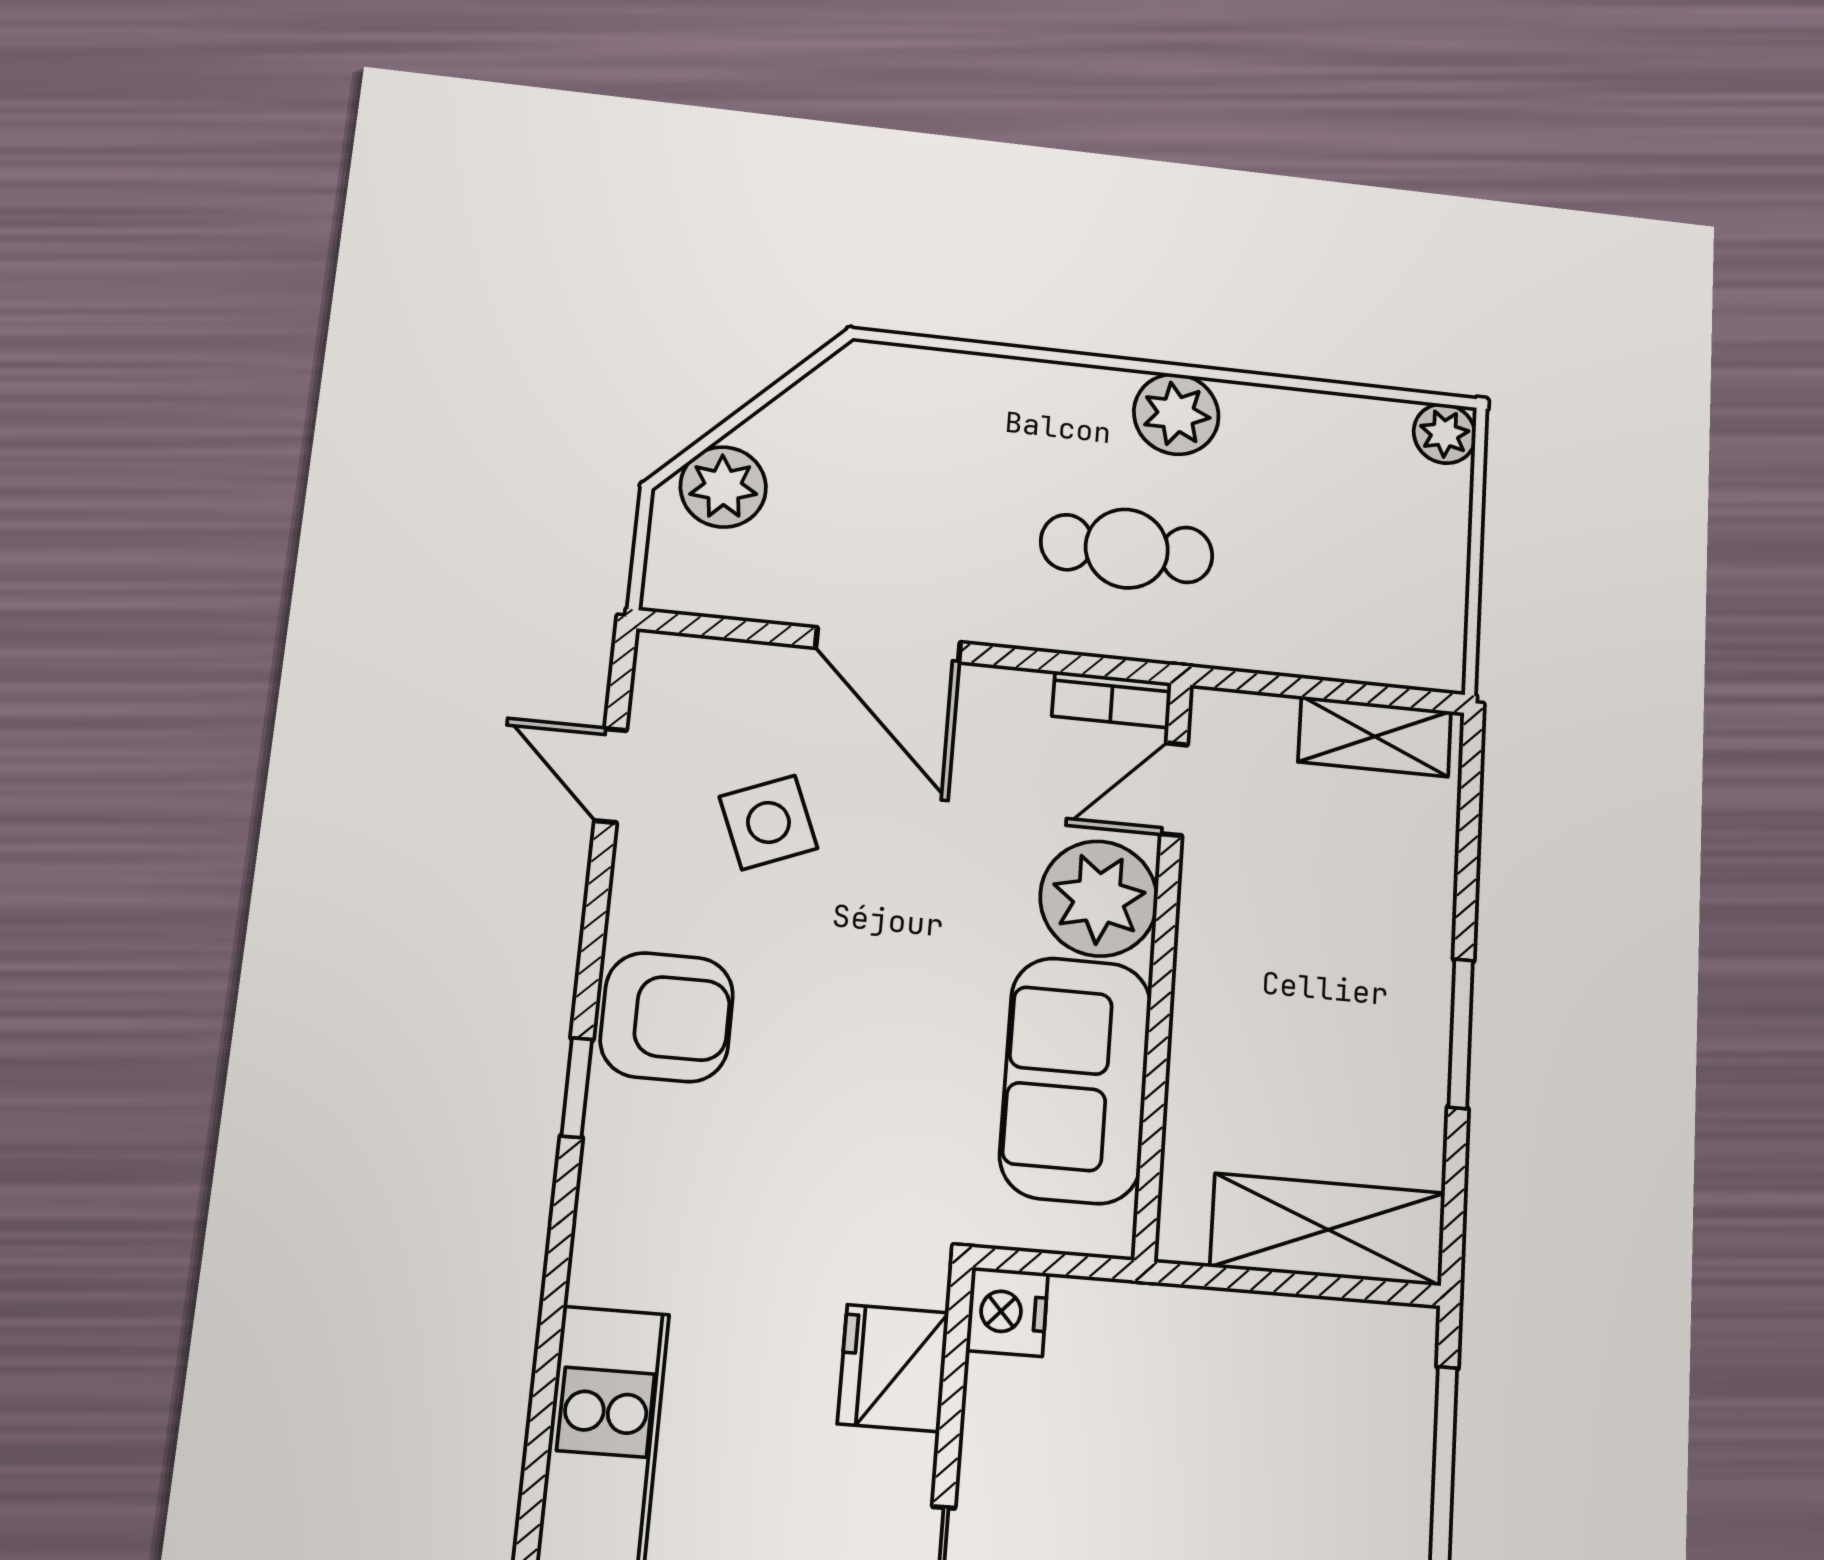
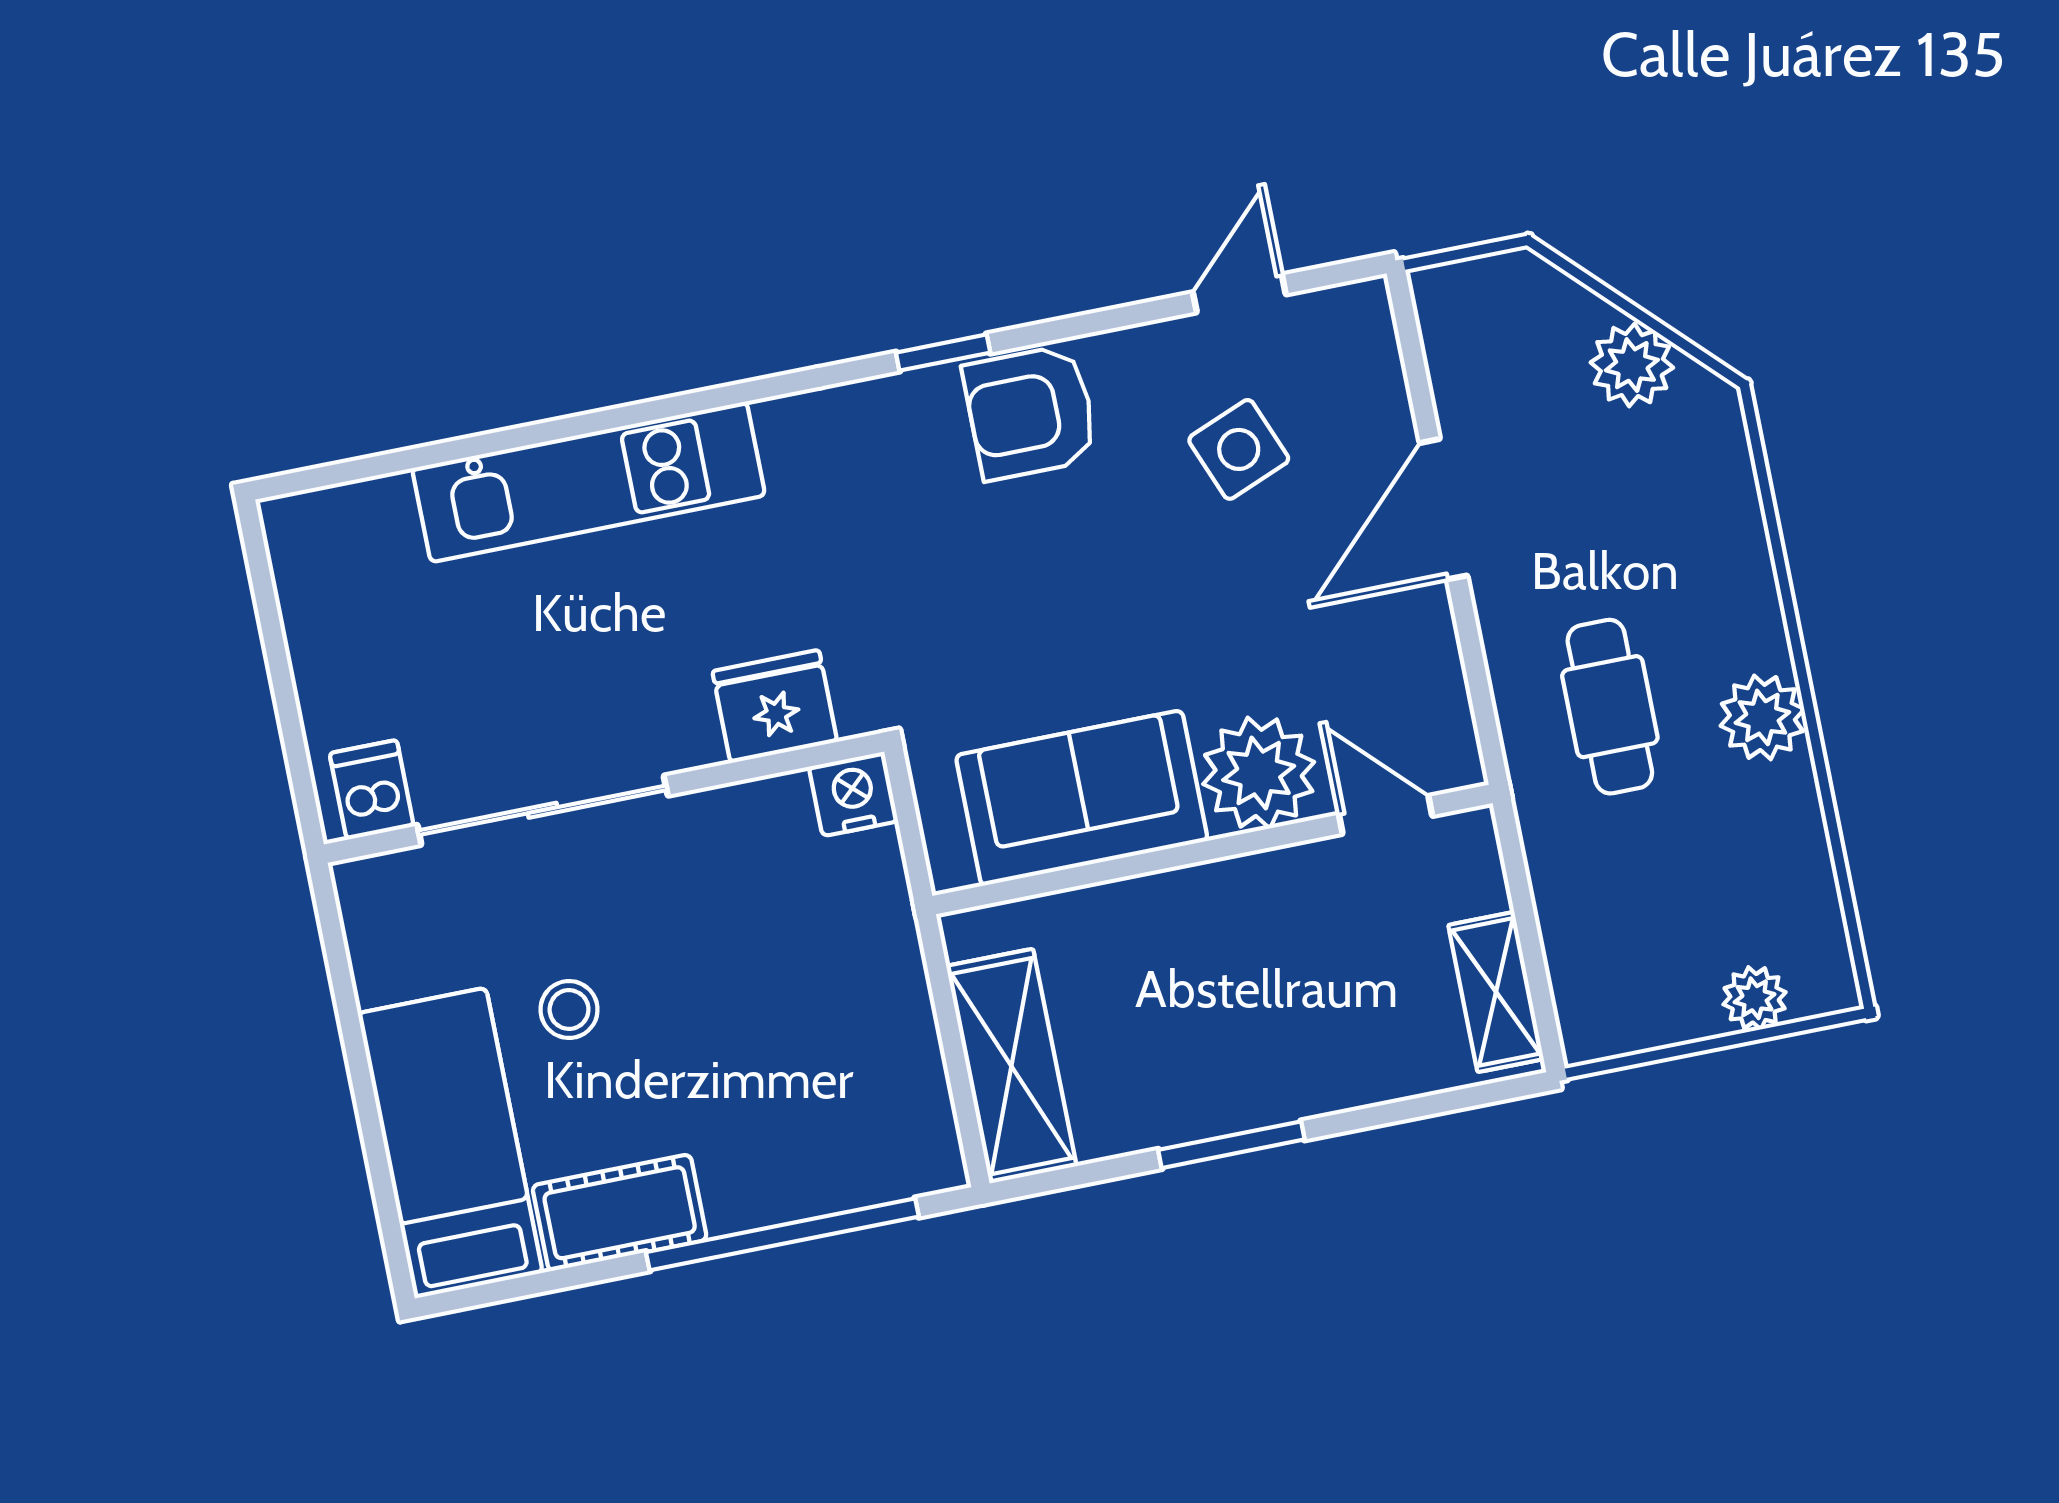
plant: (1445, 434) -> (1755, 998), moved
plant: (723, 487) -> (1632, 365), moved
bookcase: (1112, 699) -> (1455, 733), removed
armchair: (667, 1017) -> (1030, 412), turned 90

